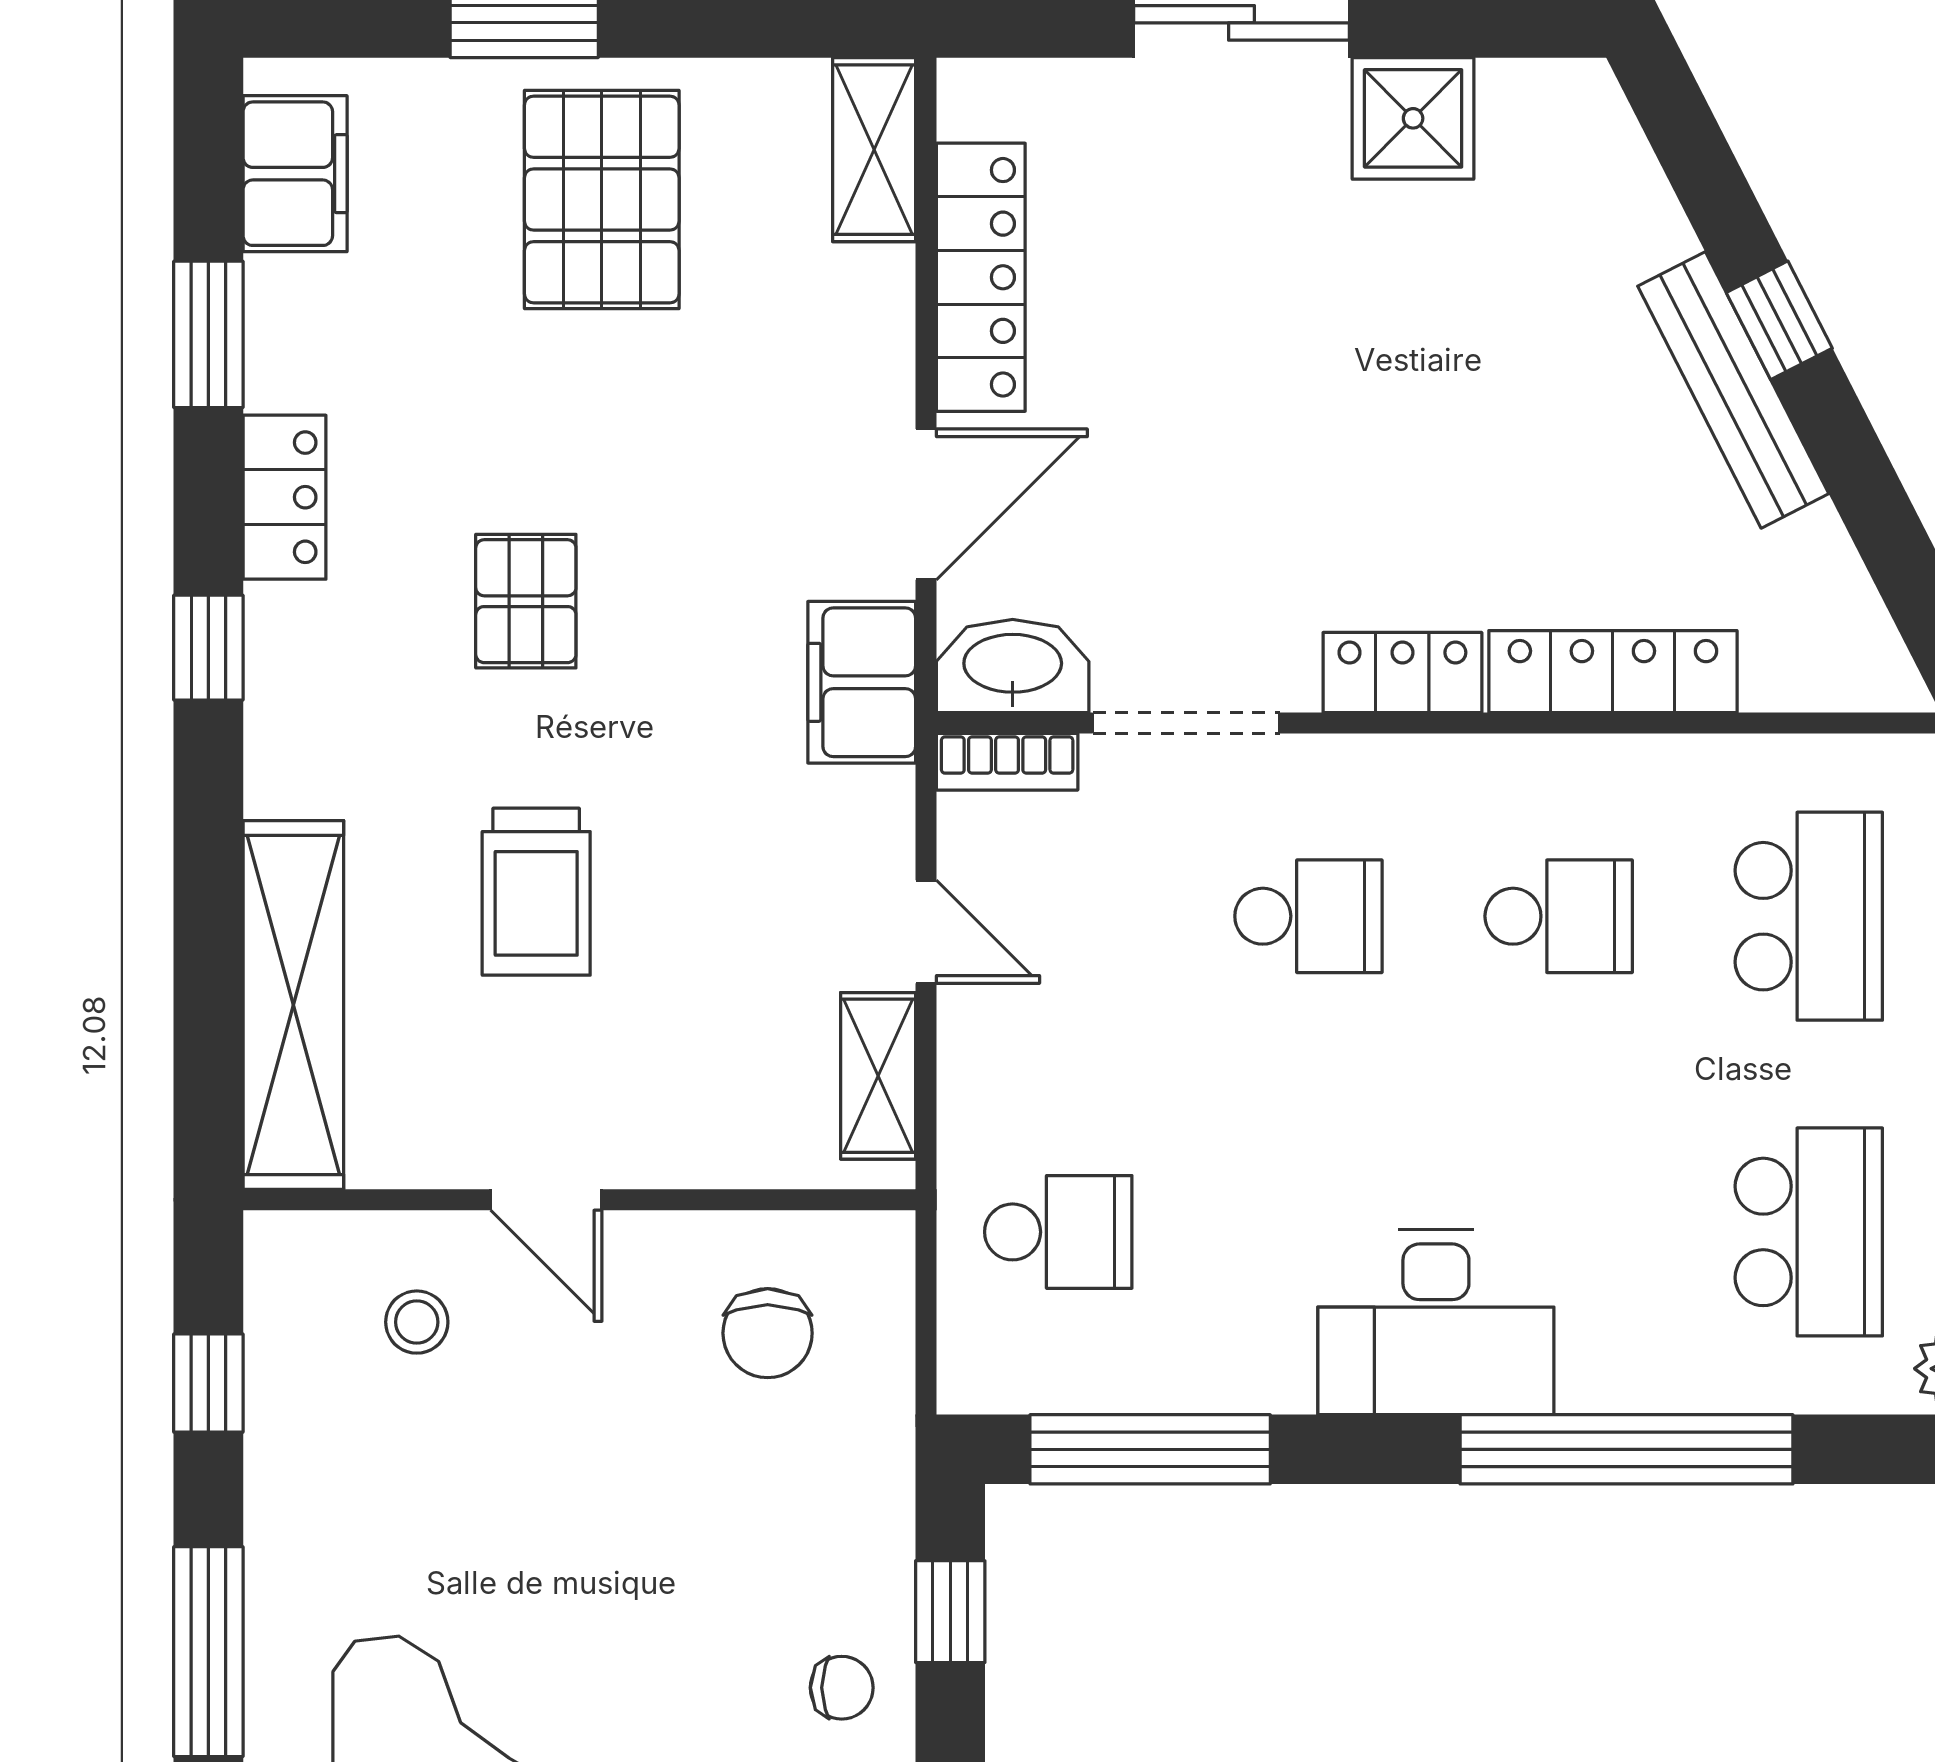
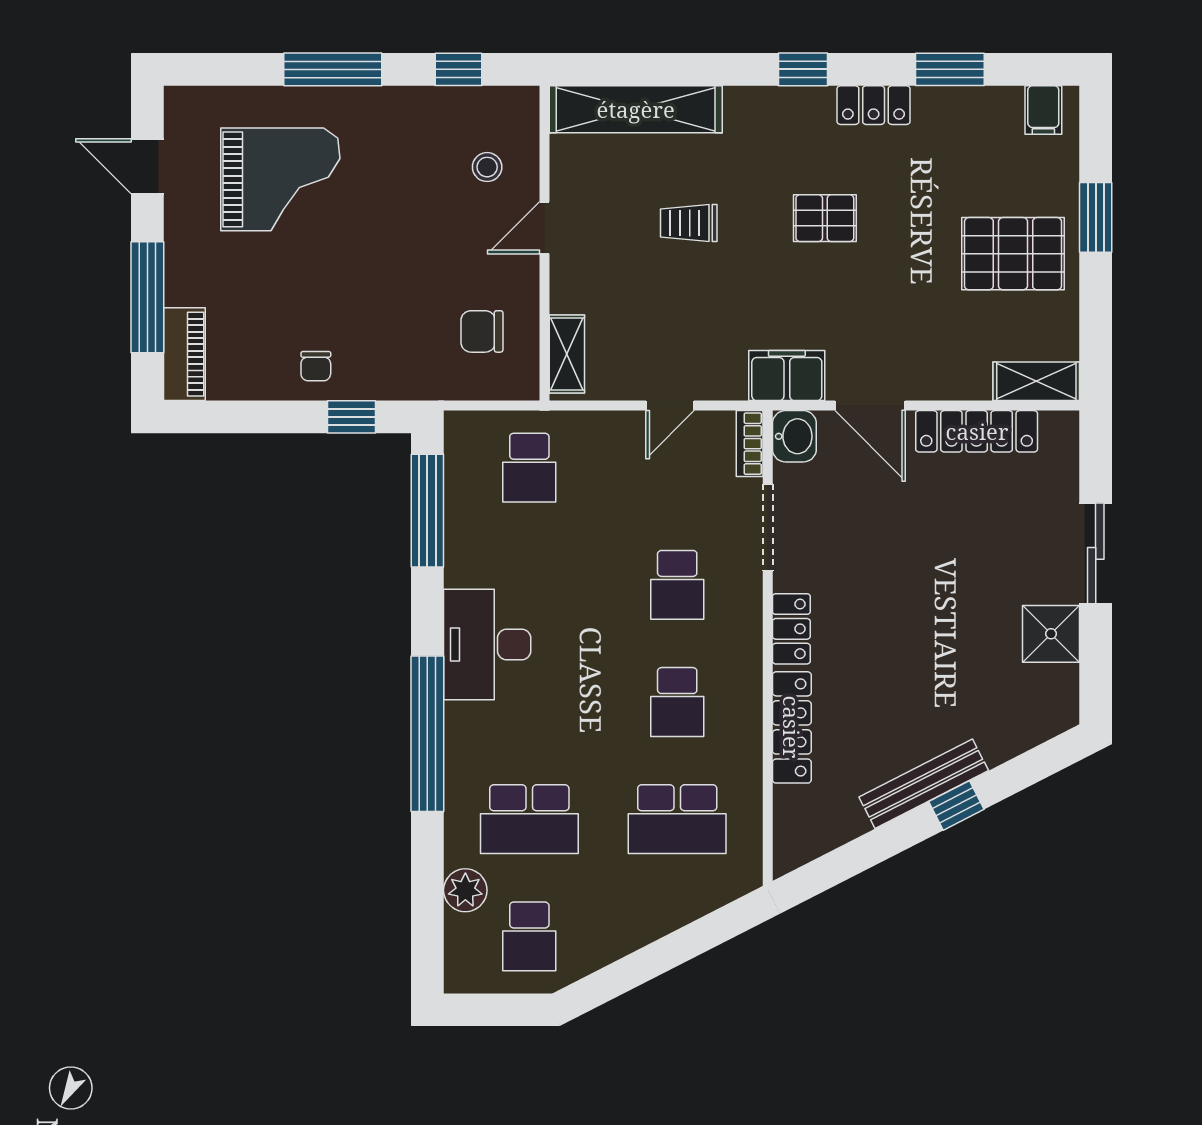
filing cabinet: (295, 174) -> (1043, 110), width x0.50
washbasin: (1013, 666) -> (794, 436), width x0.72
trolley: (536, 892) -> (689, 223), width x0.73, depth x0.72
shelving: (878, 1076) -> (567, 354), moved, turned 90

